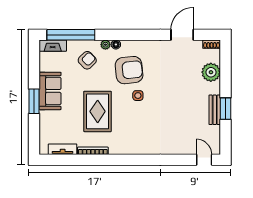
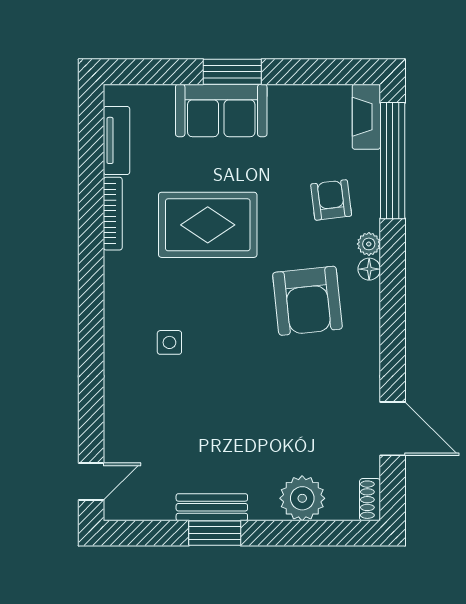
armchair: (87, 60) -> (331, 200), turned -143
sofa: (50, 91) -> (221, 110), moved
side table: (138, 96) -> (169, 342), moved

